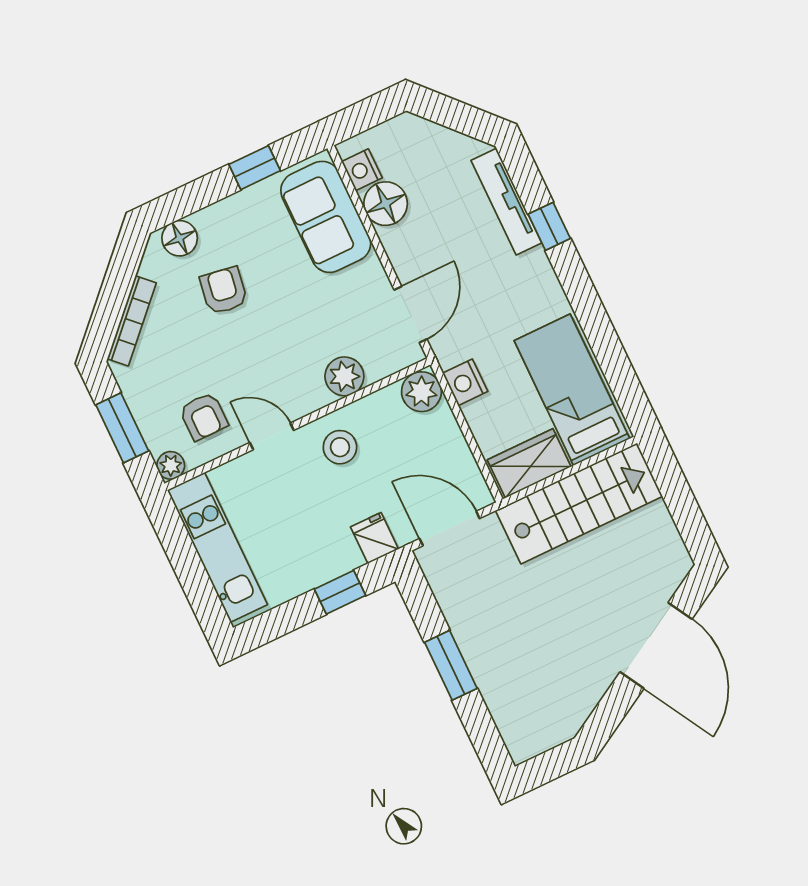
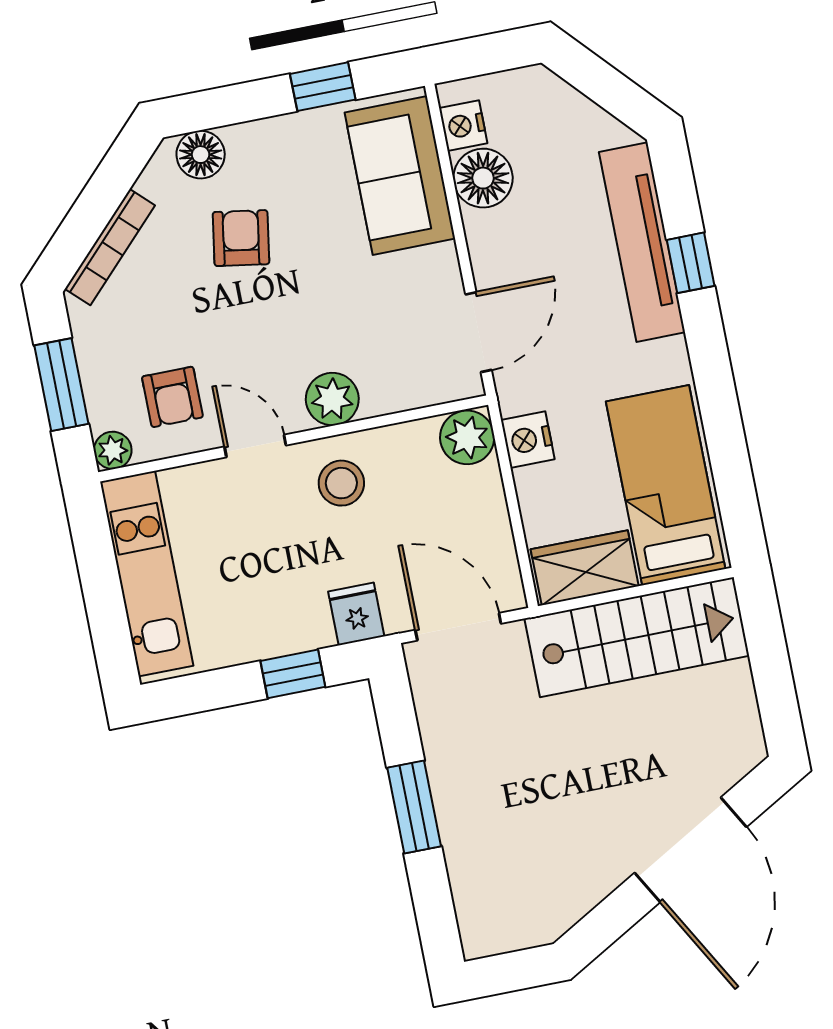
tv unit: (506, 202) -> (642, 242), width x1.36, depth x1.29
plant: (344, 376) -> (332, 399), moved

